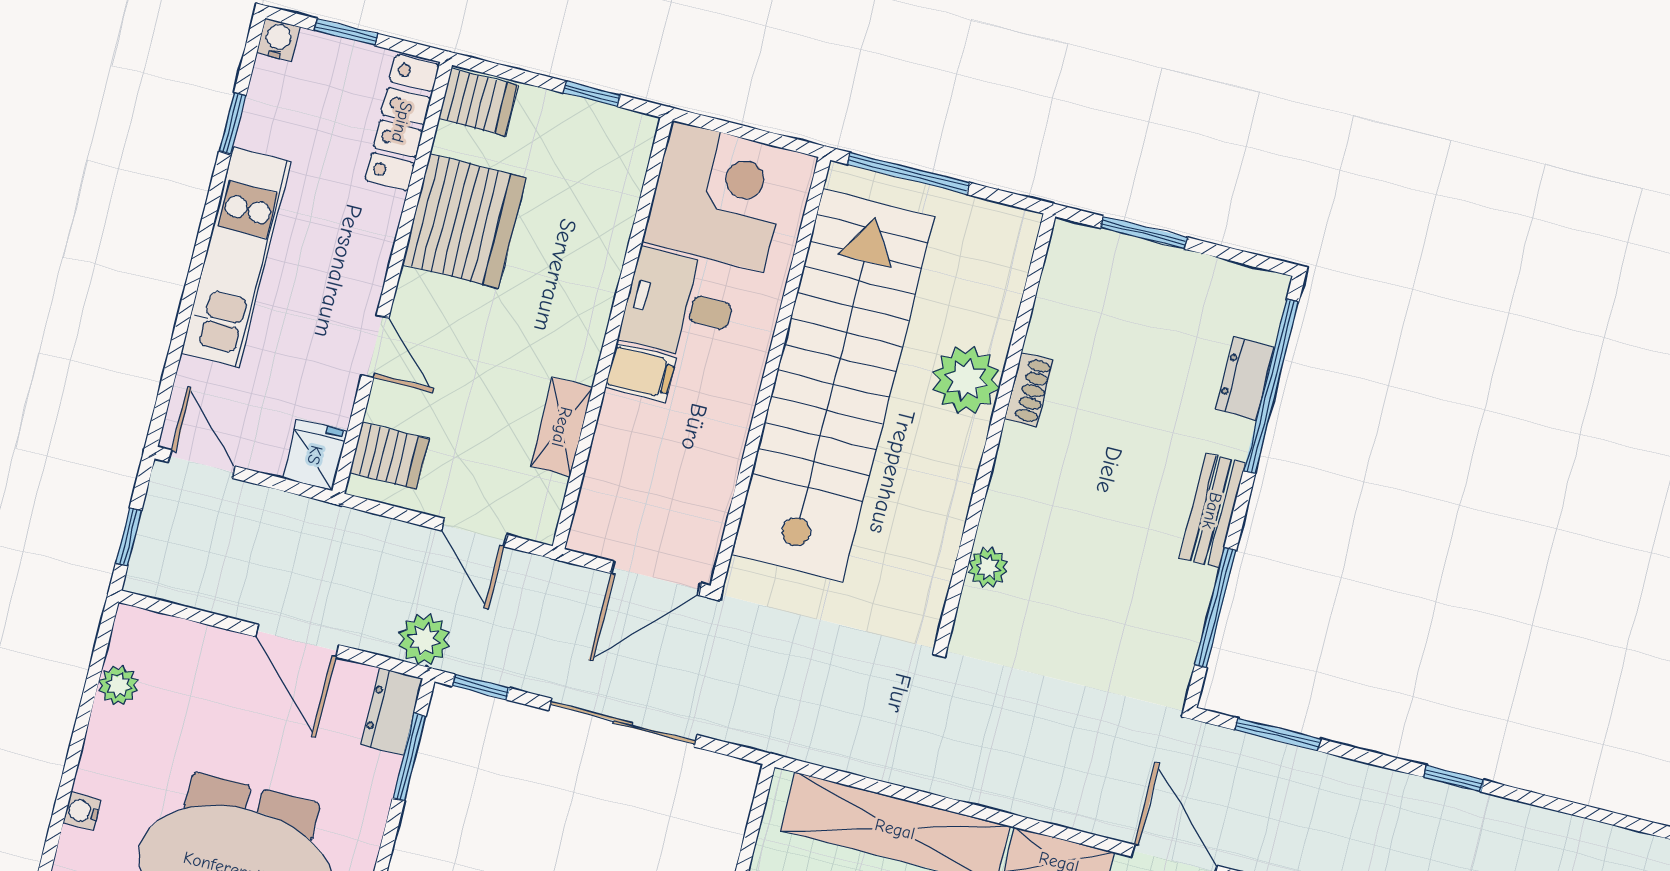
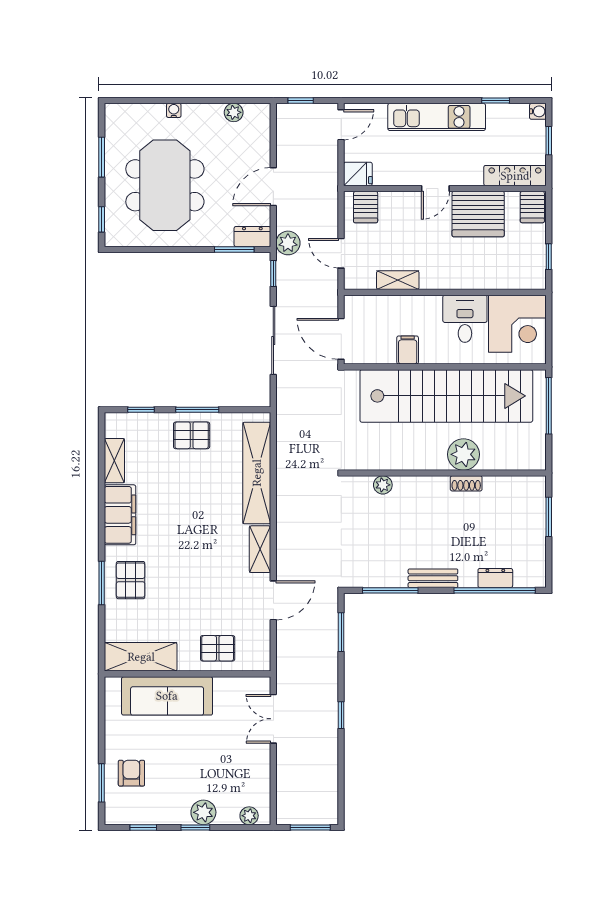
door: (375, 346) -> (435, 189), moved
filing cabinet: (641, 373) -> (408, 350), moved, turned 180
door: (474, 533) -> (341, 253), hinge flipped

